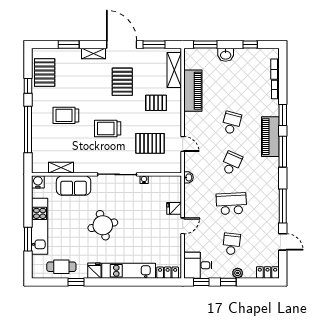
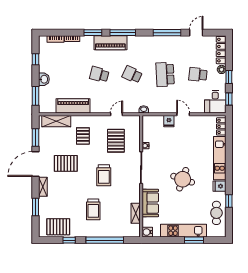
round table: (103, 225) -> (183, 179), turned 33
locker: (267, 272) -> (221, 50), width x1.53

